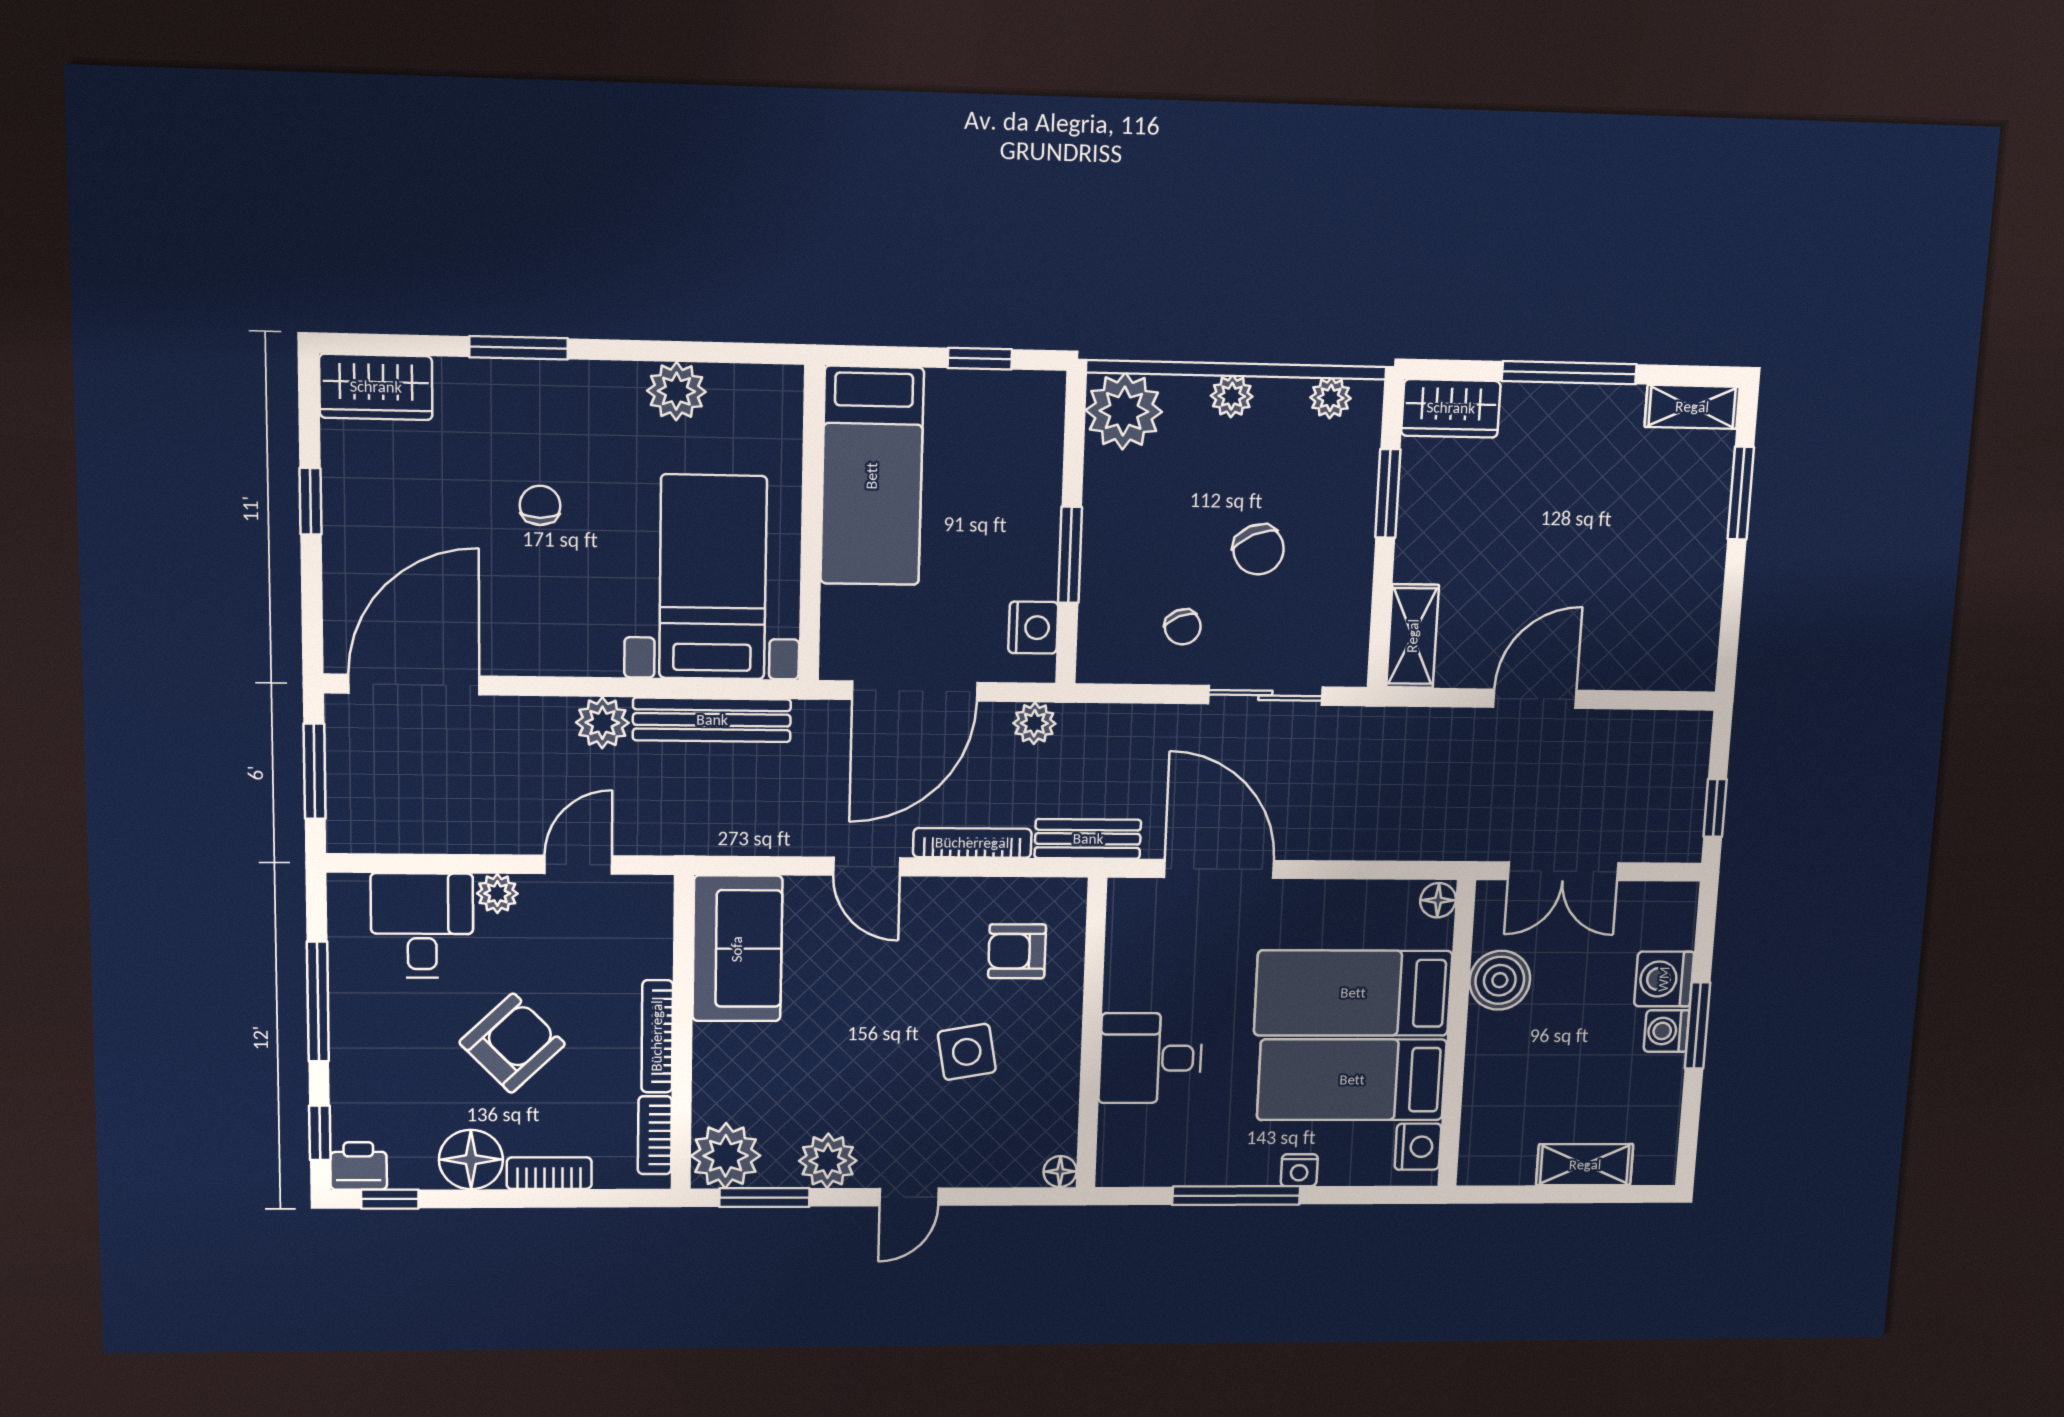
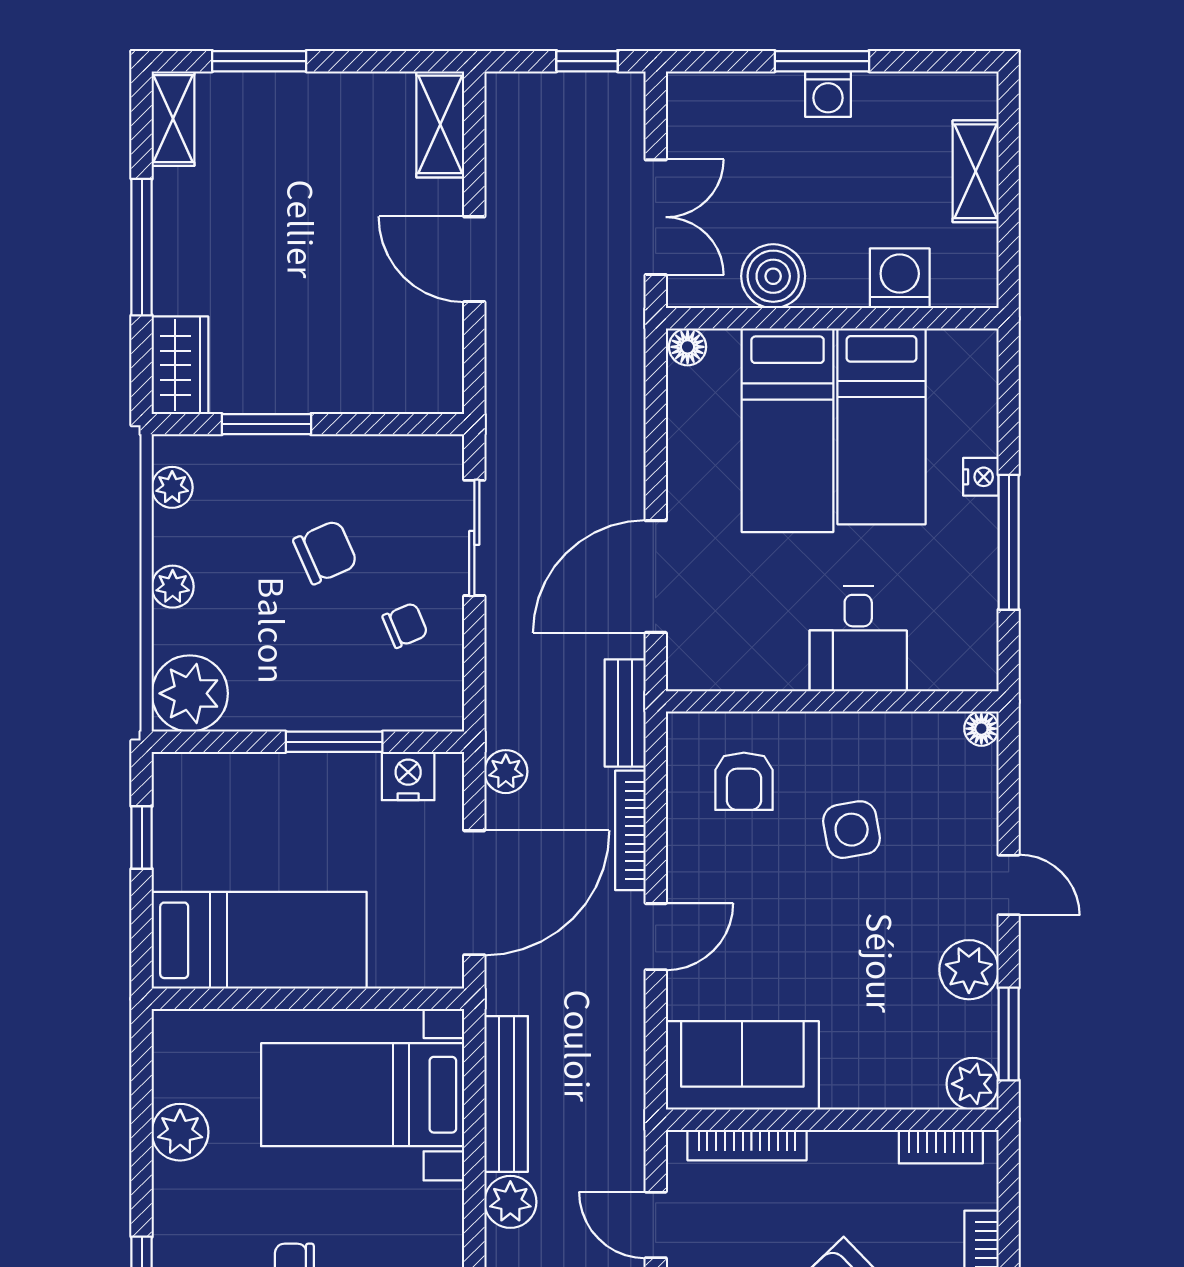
shelving: (1413, 636) -> (440, 124), moved, turned 90
door: (915, 691) -> (474, 893), hinge flipped
washing machine: (1664, 979) -> (900, 278), moved, turned 180
bookcase: (657, 1036) -> (747, 1145), moved
nightstand: (1418, 1147) -> (955, 352), removed
plant: (726, 1156) -> (973, 1084), width x0.73, depth x0.73

